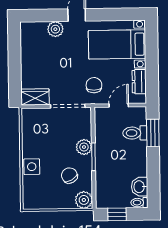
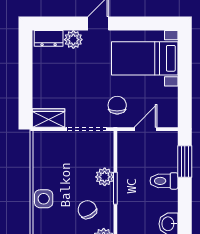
dresser: (139, 82) -> (49, 38), moved, turned -90
toilet: (135, 133) -> (164, 181), moved

